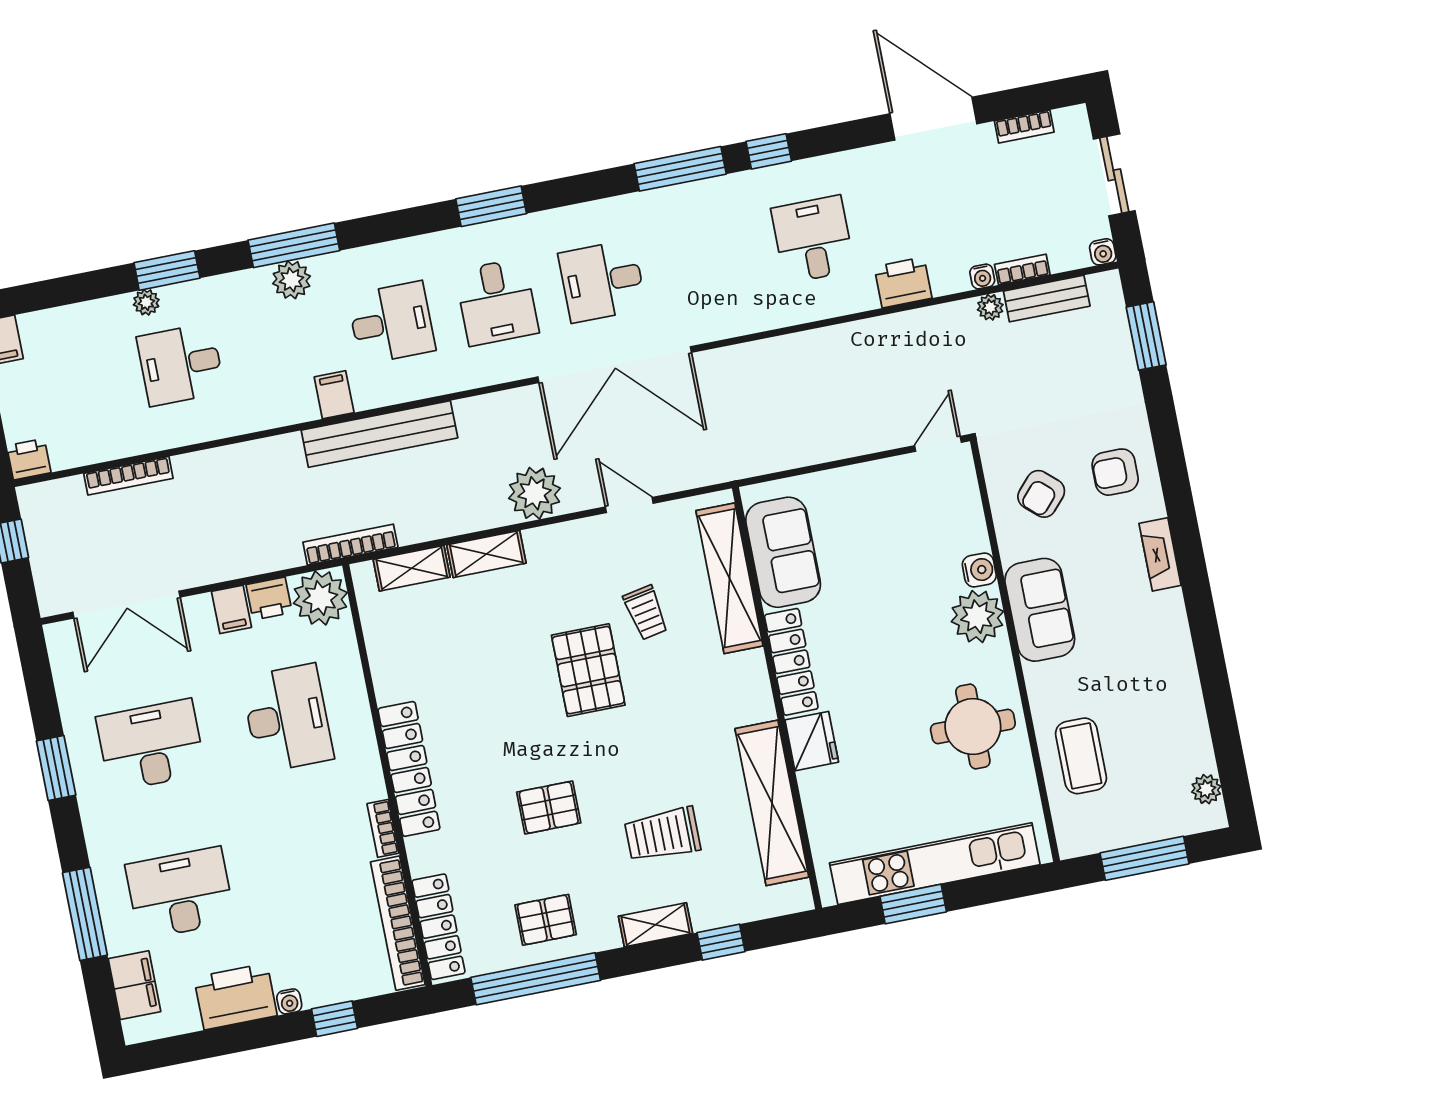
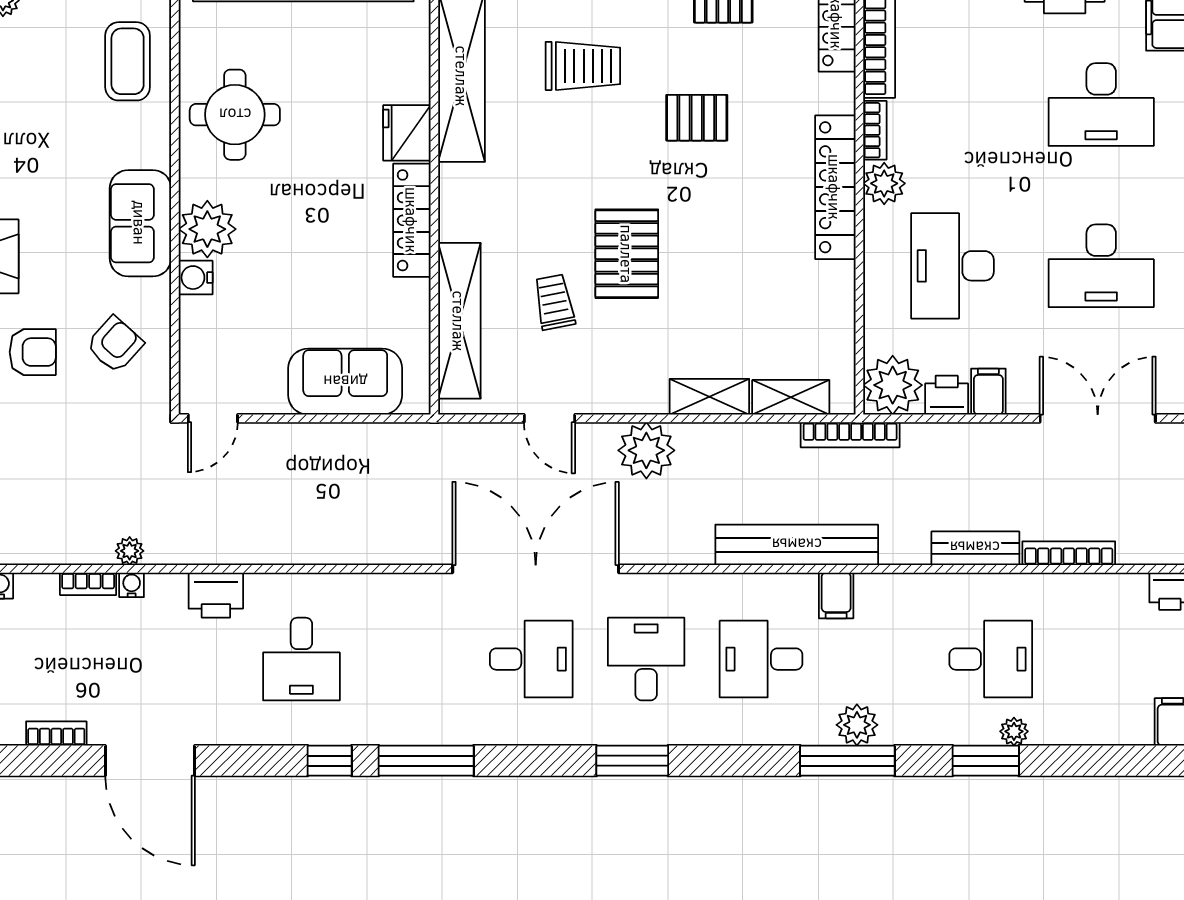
bench: (1047, 299) -> (975, 548), moved
sofa: (783, 552) -> (345, 382), moved, turned 90
plant: (365, 781) -> (884, 183), added

